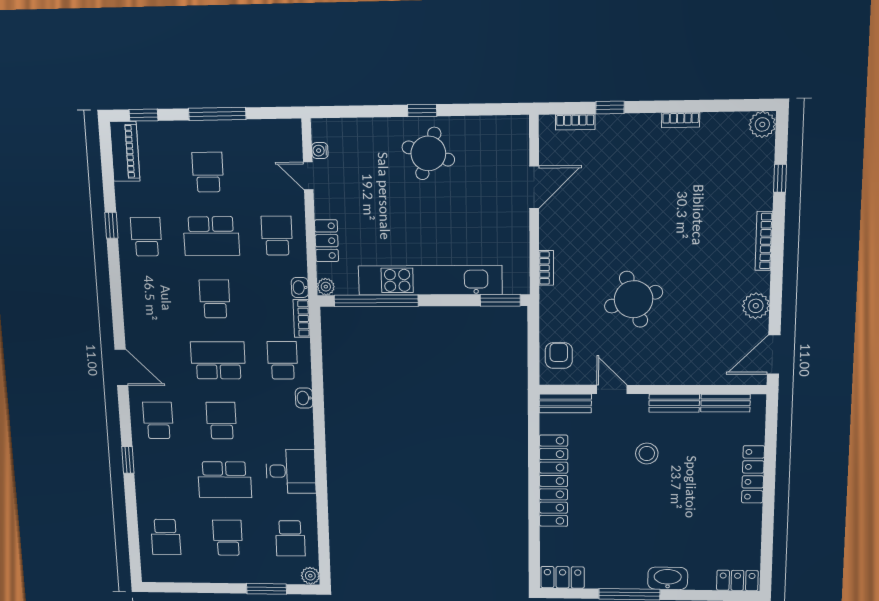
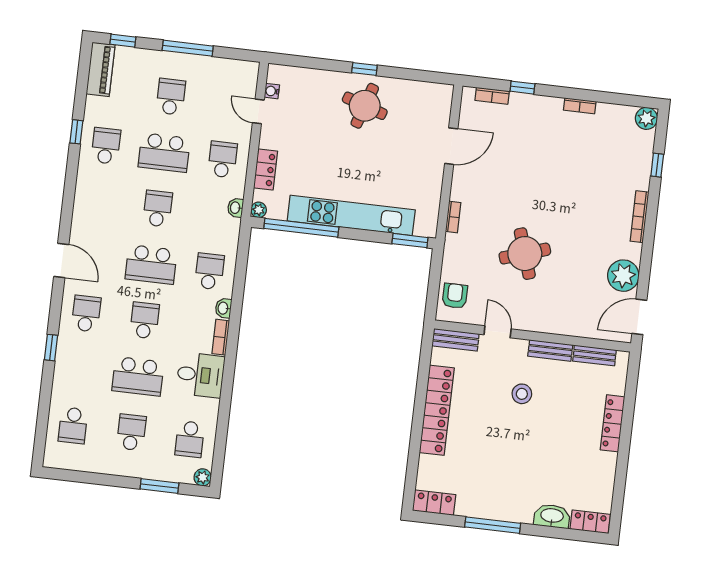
plant: (756, 306) -> (623, 276), width x1.36, depth x1.36
bookcase: (302, 318) -> (221, 337), moved
school desk: (218, 360) -> (151, 264), turned 180
washbasin: (668, 578) -> (552, 516), moved

